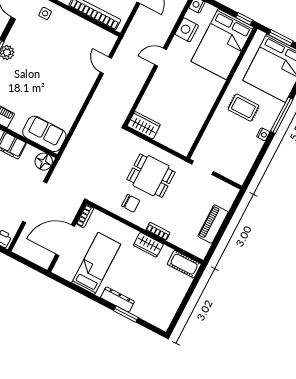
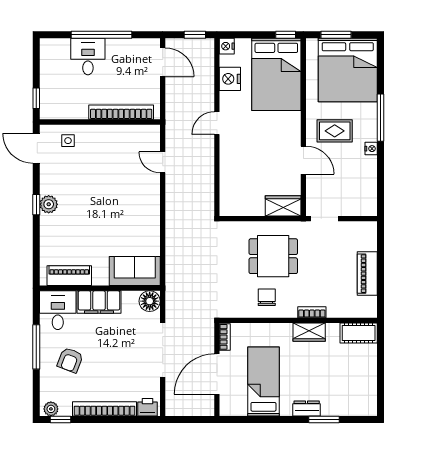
door: (209, 117) -> (303, 160), added
wardrobe: (144, 125) -> (283, 206), moved
chair: (131, 203) -> (267, 297), turned -90
dresser: (117, 299) -> (307, 408), width x0.70

